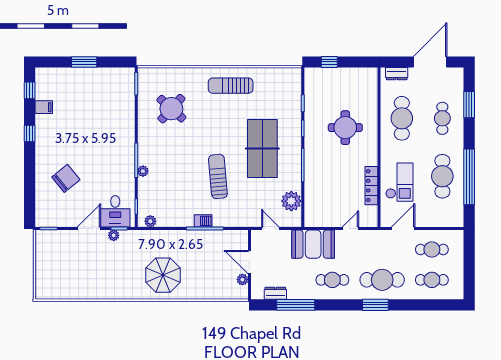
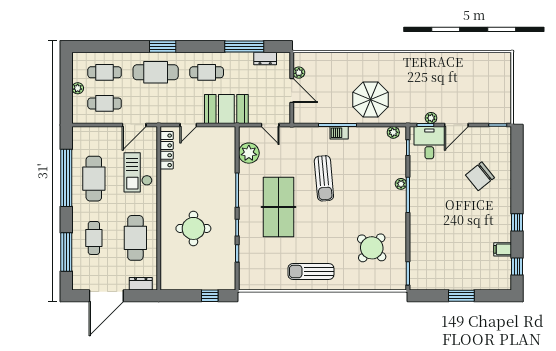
sun lounger: (231, 86) -> (311, 272), turned 180
window: (469, 105) -> (66, 252), width x1.44
locker: (371, 186) -> (167, 150), moved
plant: (458, 264) -> (78, 88), added
parasol: (163, 275) -> (371, 99), moved

